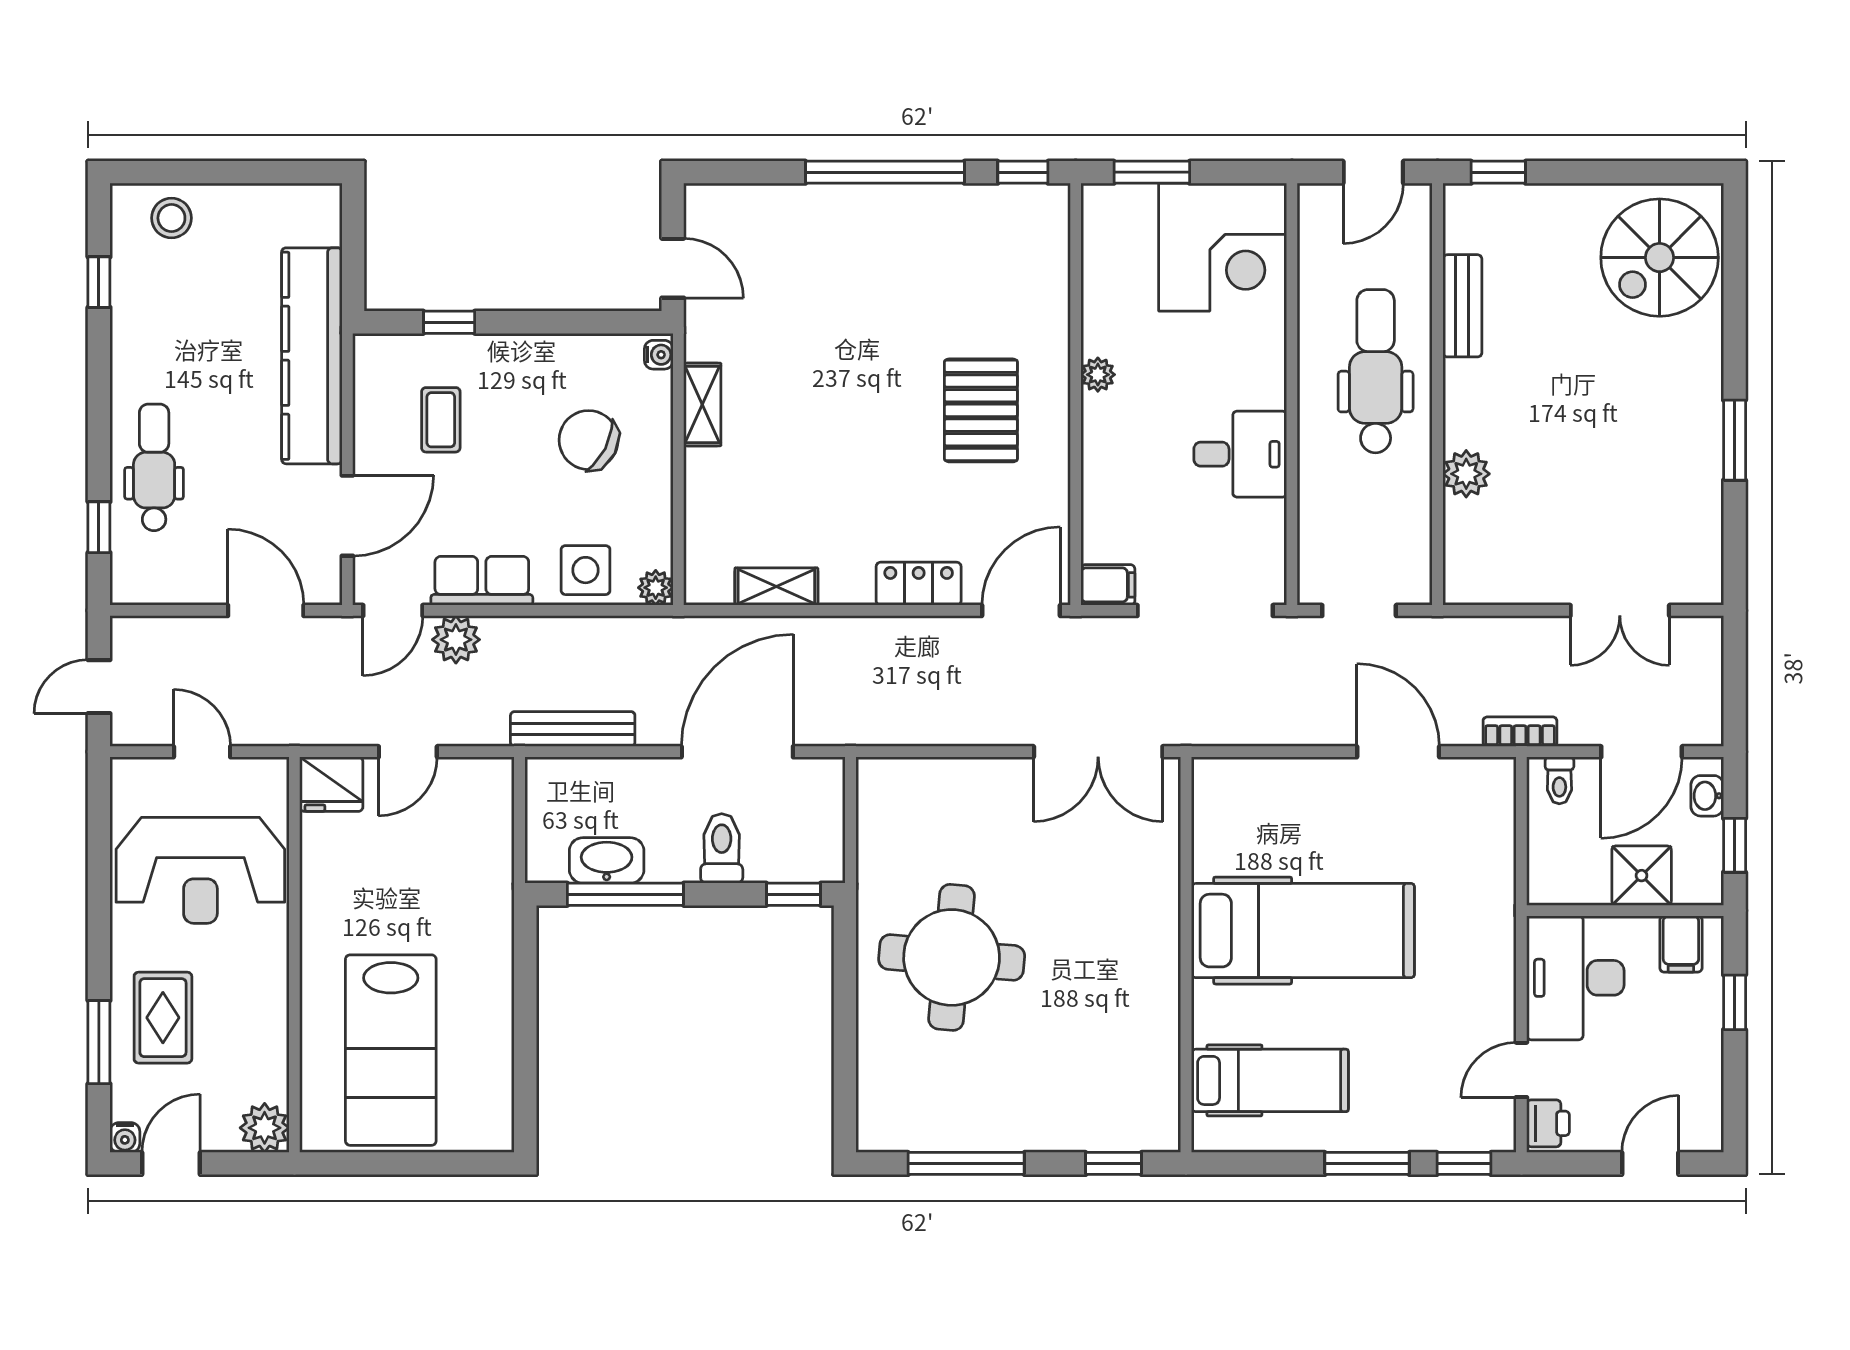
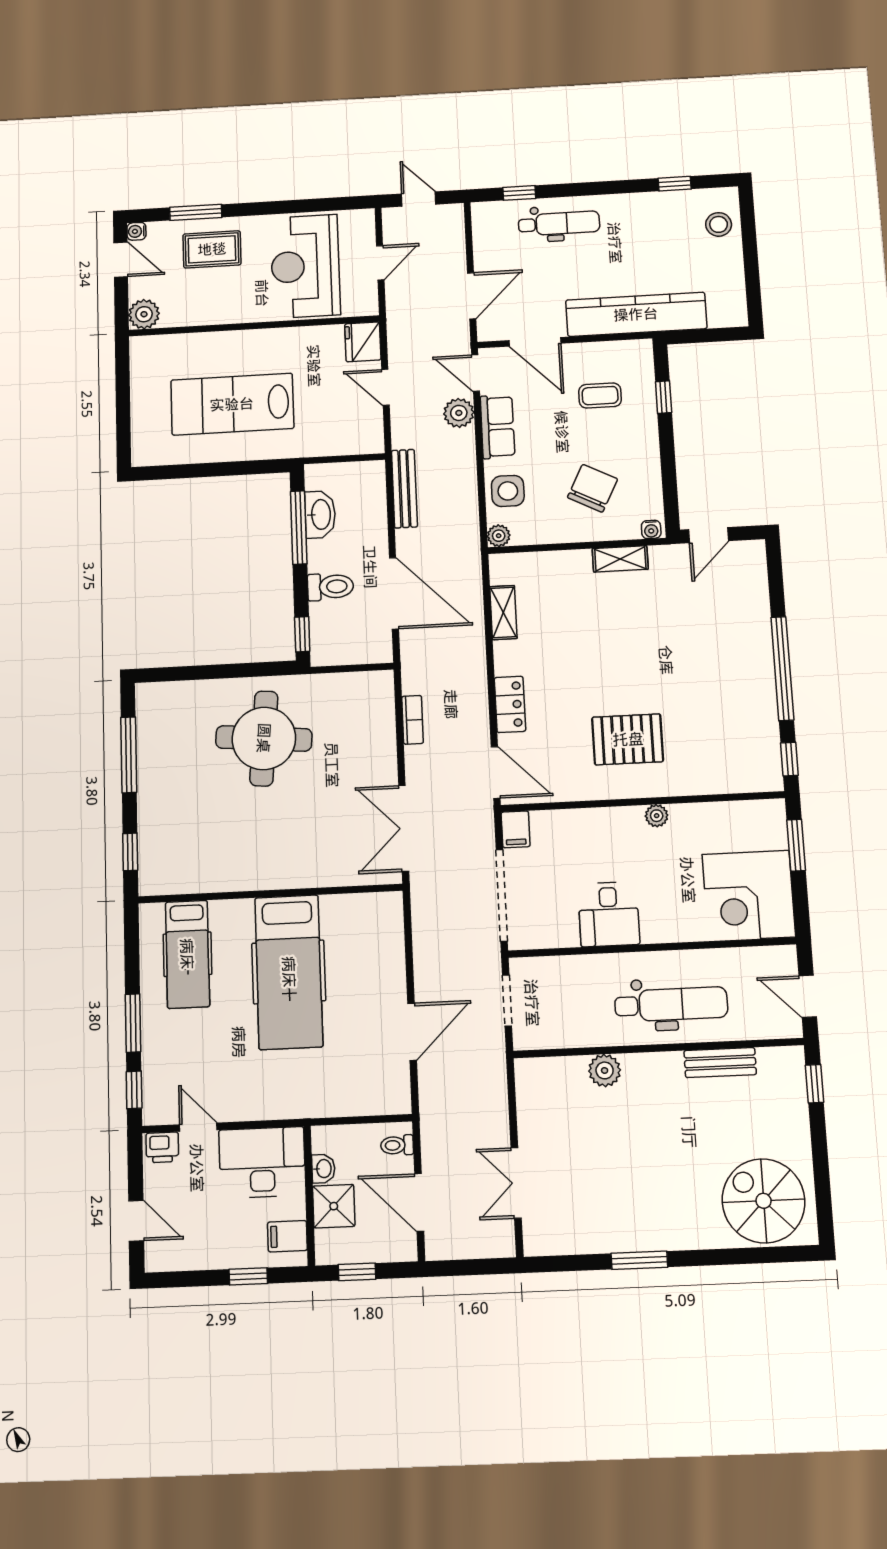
bookcase: (1520, 732) -> (413, 720), moved
washbasin: (1707, 796) -> (323, 1169), moved, turned 90
lab bench: (391, 1050) -> (232, 404), moved

